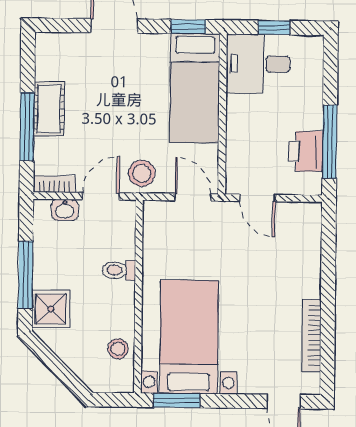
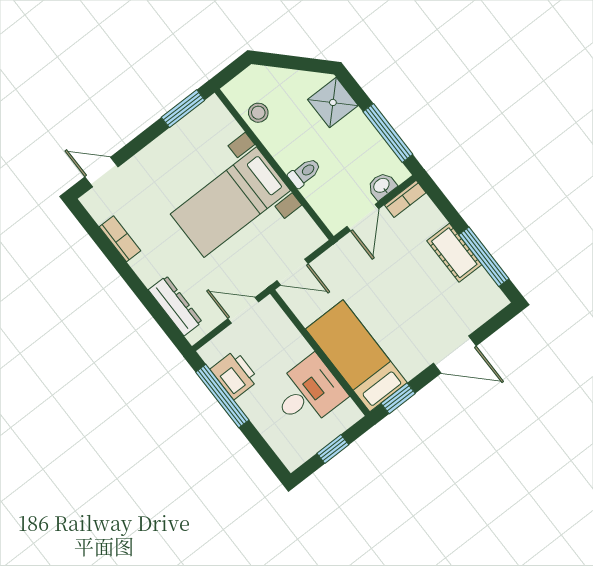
desk: (258, 64) -> (308, 393), moved
window: (27, 127) -> (484, 257), moved
stool: (142, 173) -> (345, 260), removed
dresser: (310, 245) -> (175, 306), added
window: (26, 275) -> (388, 133), moved
bookcase: (312, 335) -> (120, 239), width x0.64
bed with nightstands: (189, 337) -> (230, 202), moved, turned 90

